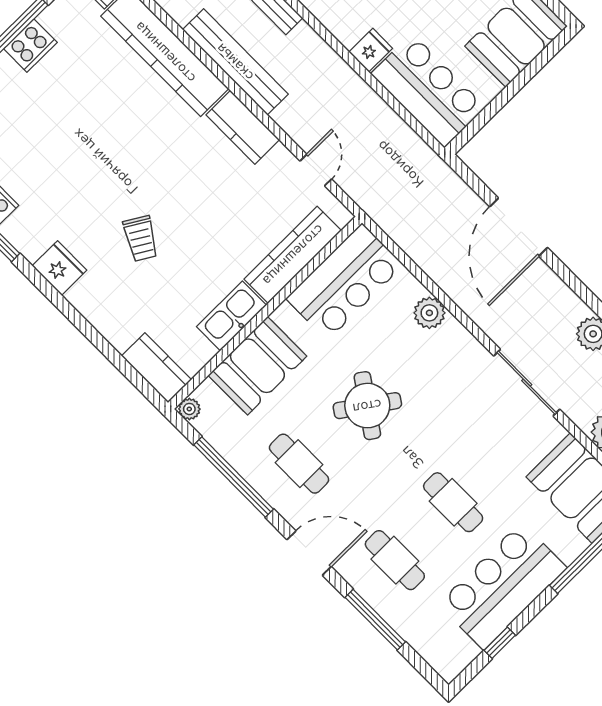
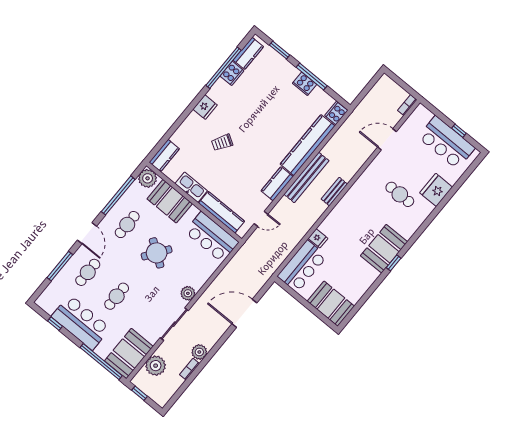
plant: (429, 313) -> (188, 293), moved
plant: (189, 409) -> (148, 178), width x1.87, depth x1.87

